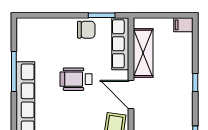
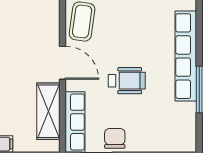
chair: (86, 30) -> (115, 138), turned 90

